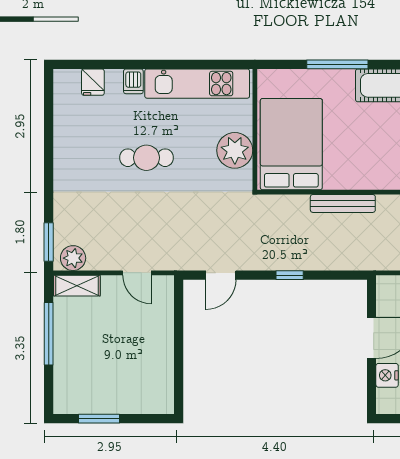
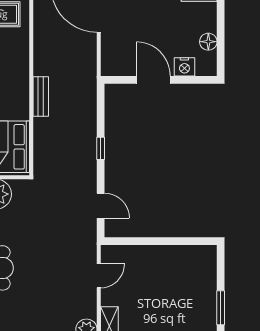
bench: (343, 203) -> (41, 97), width x0.73

